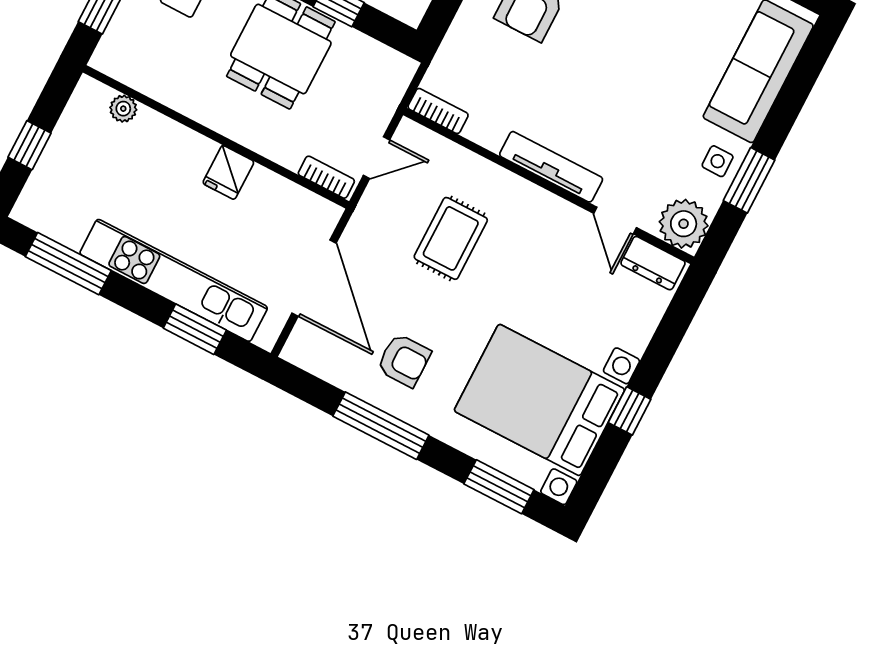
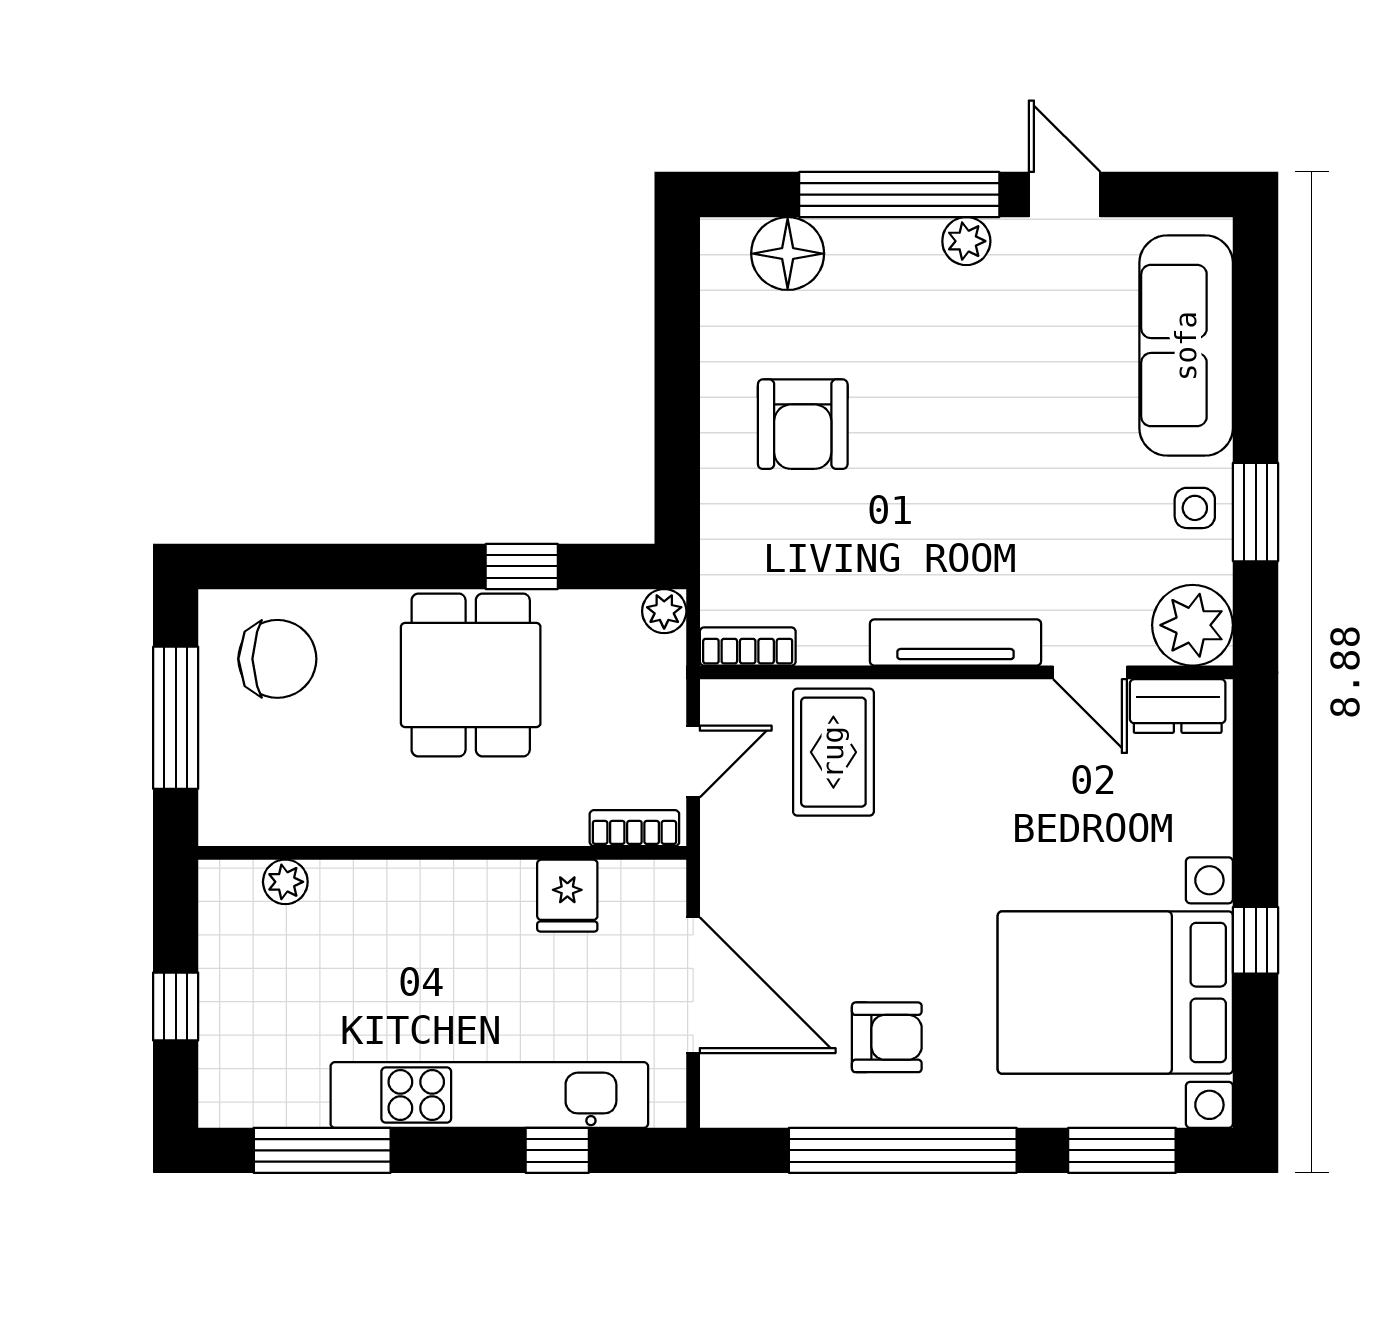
plant: (403, 69) -> (664, 611), added
fridge: (228, 172) -> (567, 896), moved
rug: (451, 238) -> (833, 752), moved
window: (195, 329) -> (557, 1150), width x0.67
window: (381, 426) -> (903, 1150), width x1.46

